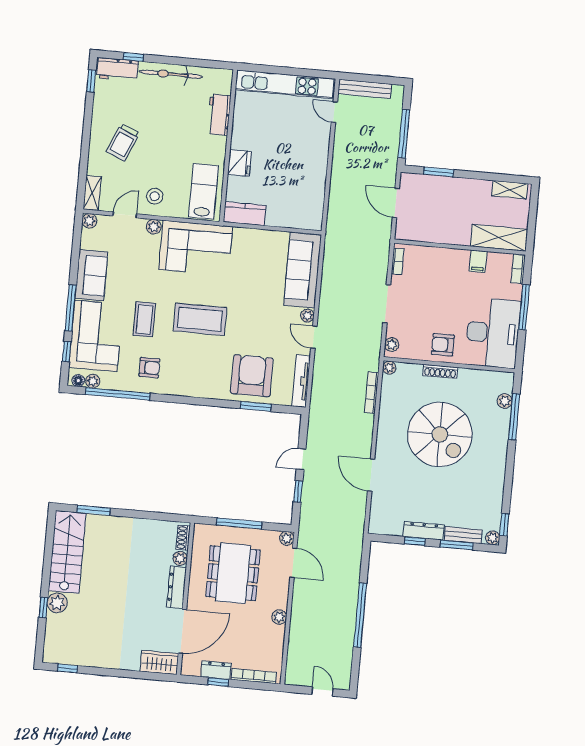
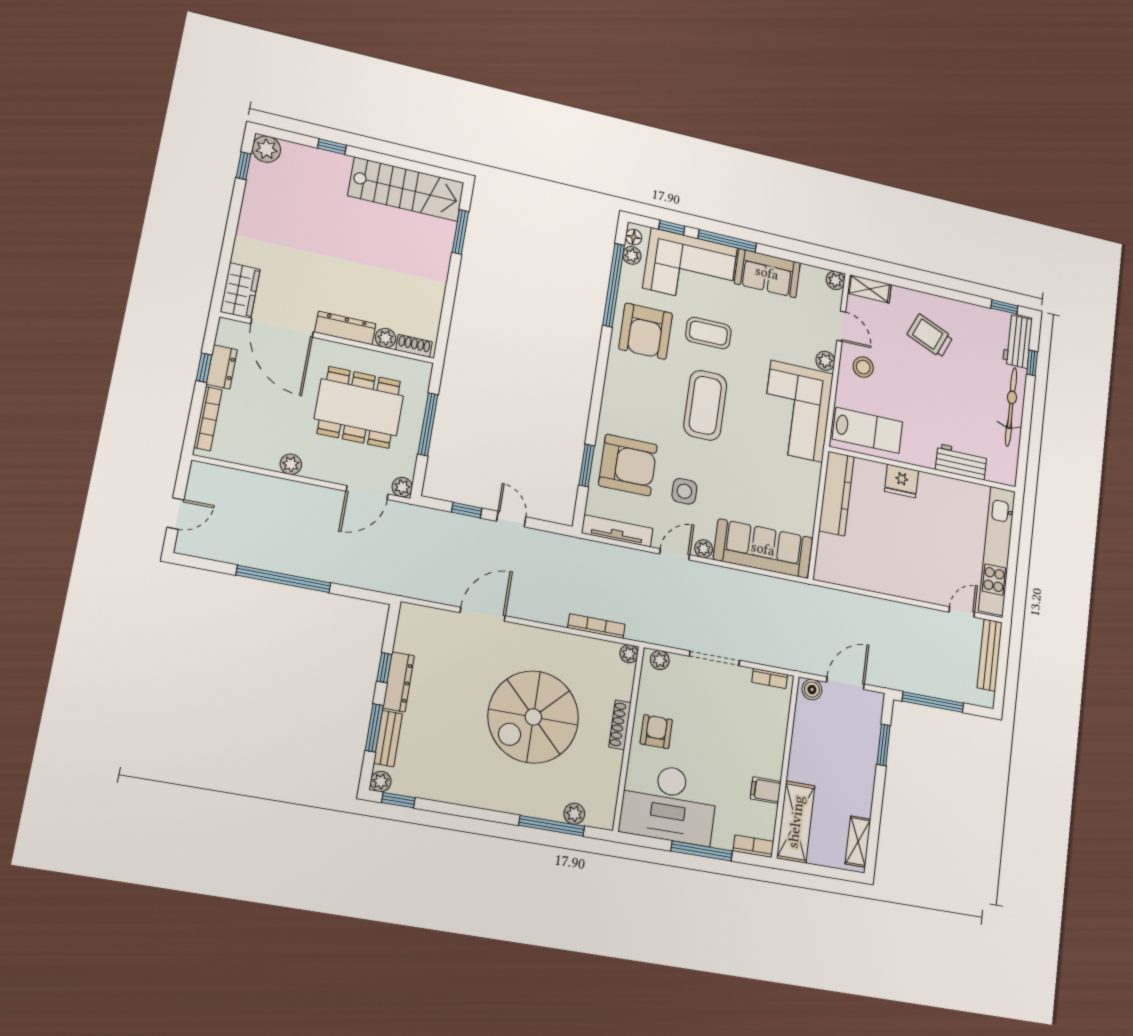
kitchen counter: (245, 214) -> (836, 494), width x1.50
boiler: (403, 229) -> (812, 690), added
side table: (266, 332) -> (684, 491), added
armchair: (149, 368) -> (646, 331), width x1.88, depth x1.88
plant: (57, 603) -> (266, 149), moved

